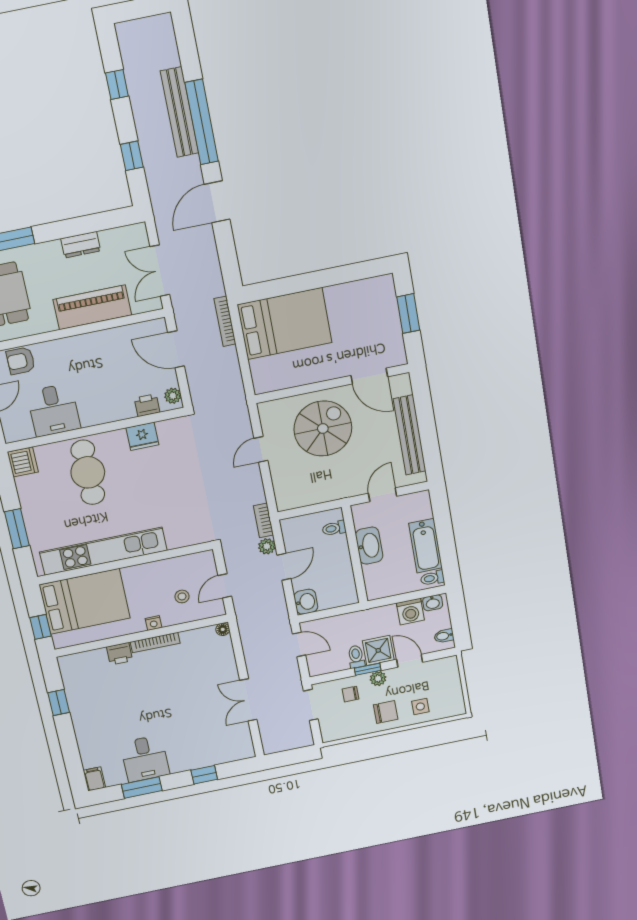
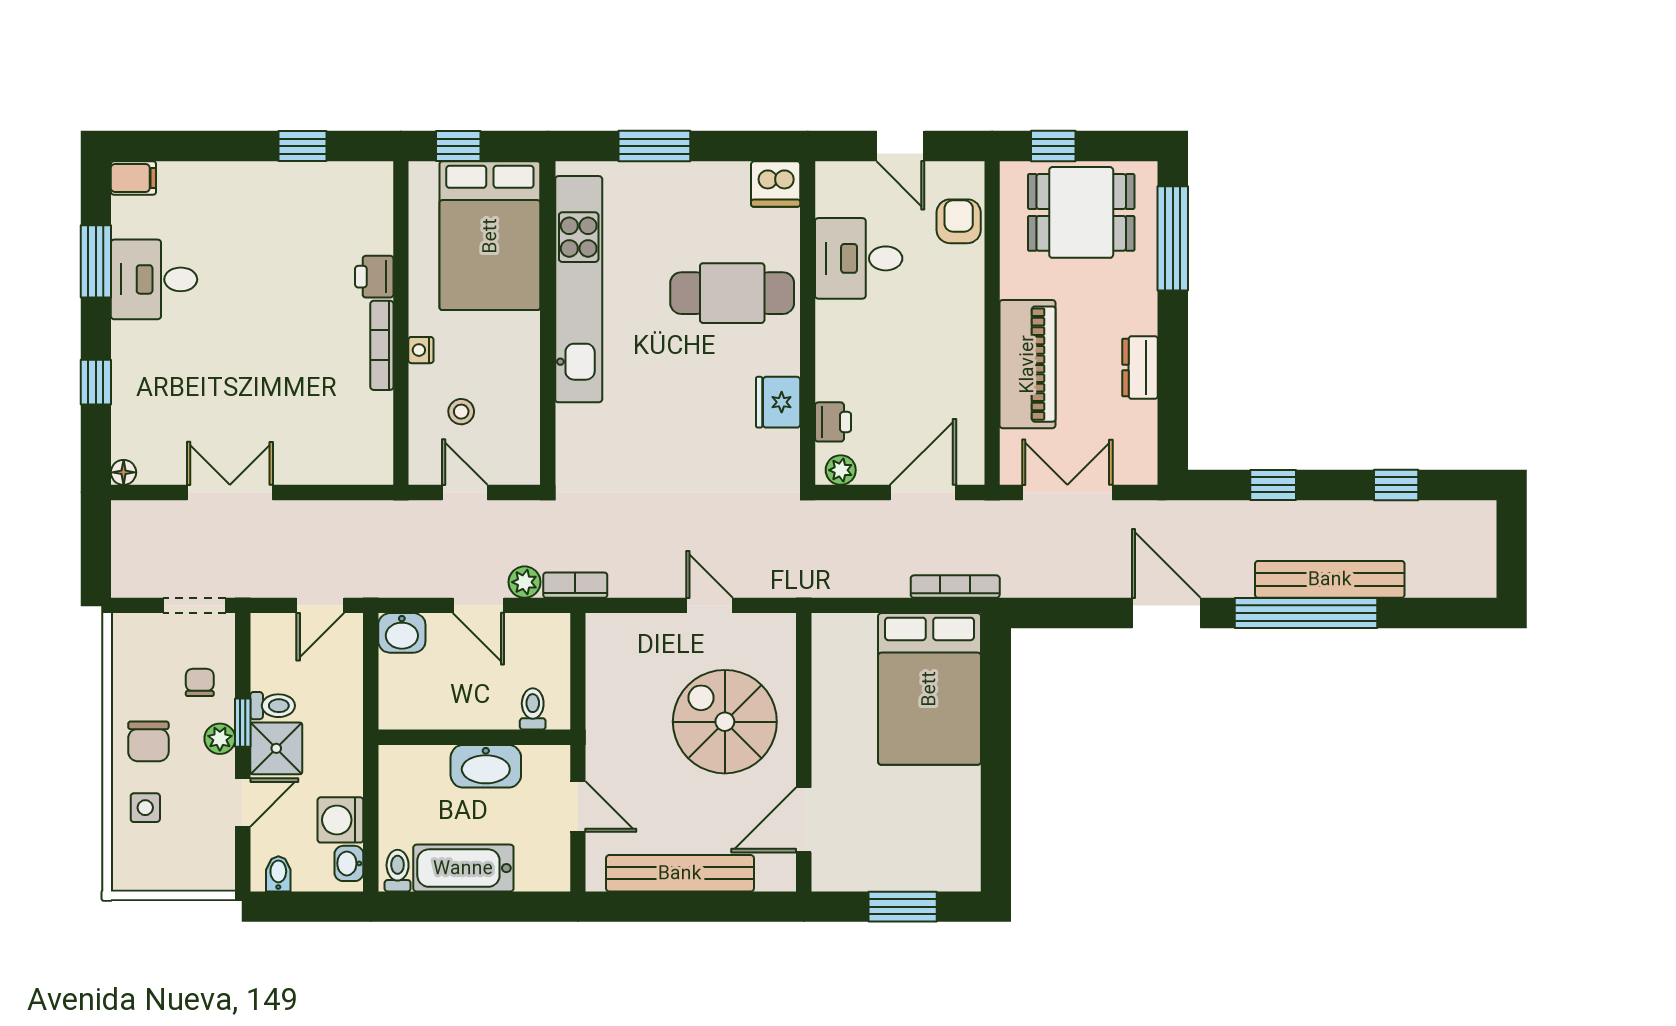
spiral stairs: (323, 428) -> (725, 722), turned 180
floor lamp: (223, 629) -> (124, 472), moved

